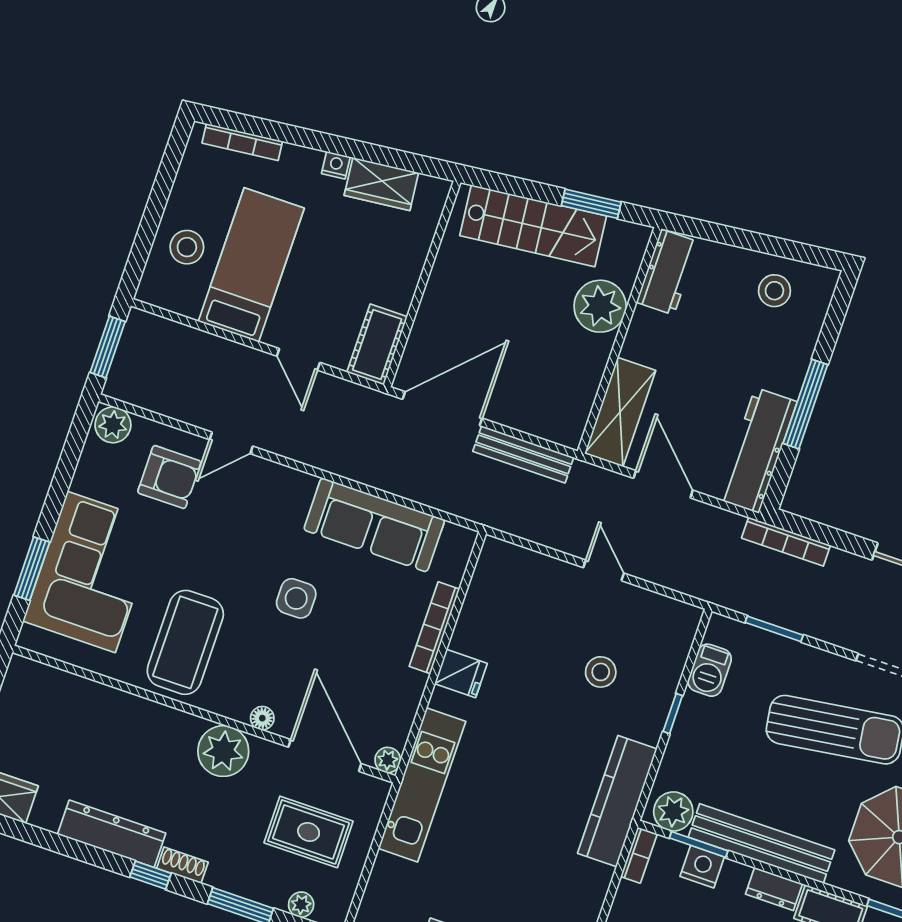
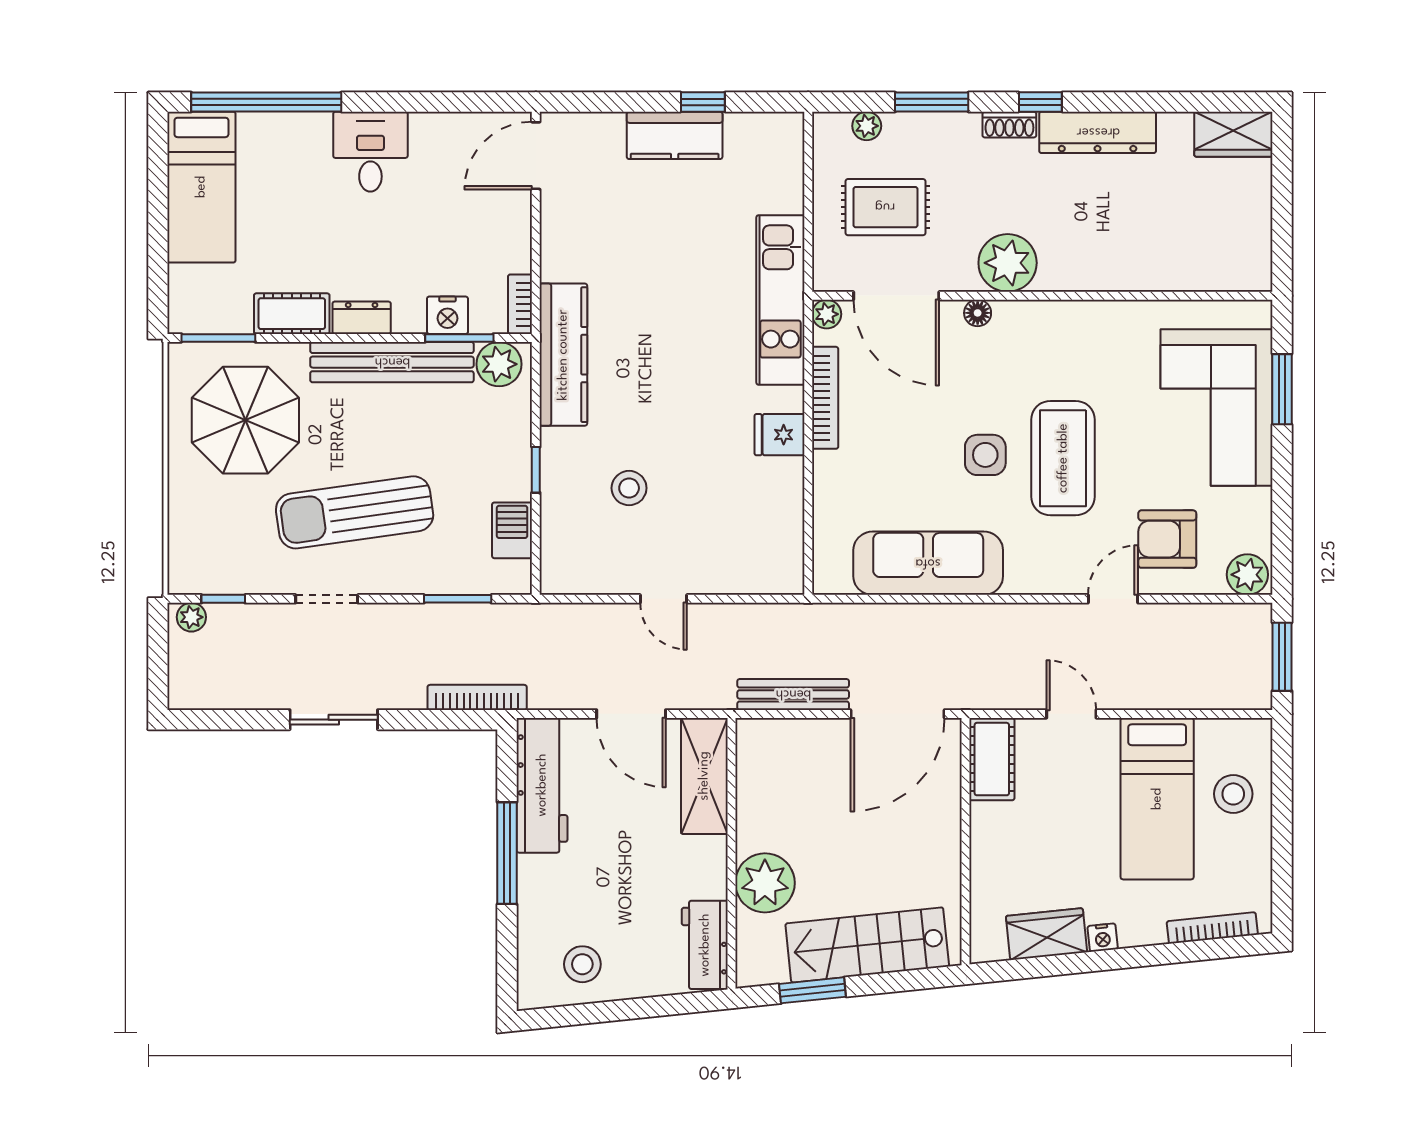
bookcase: (434, 628) -> (825, 398), moved
coffee table: (185, 642) -> (1063, 458), moved

